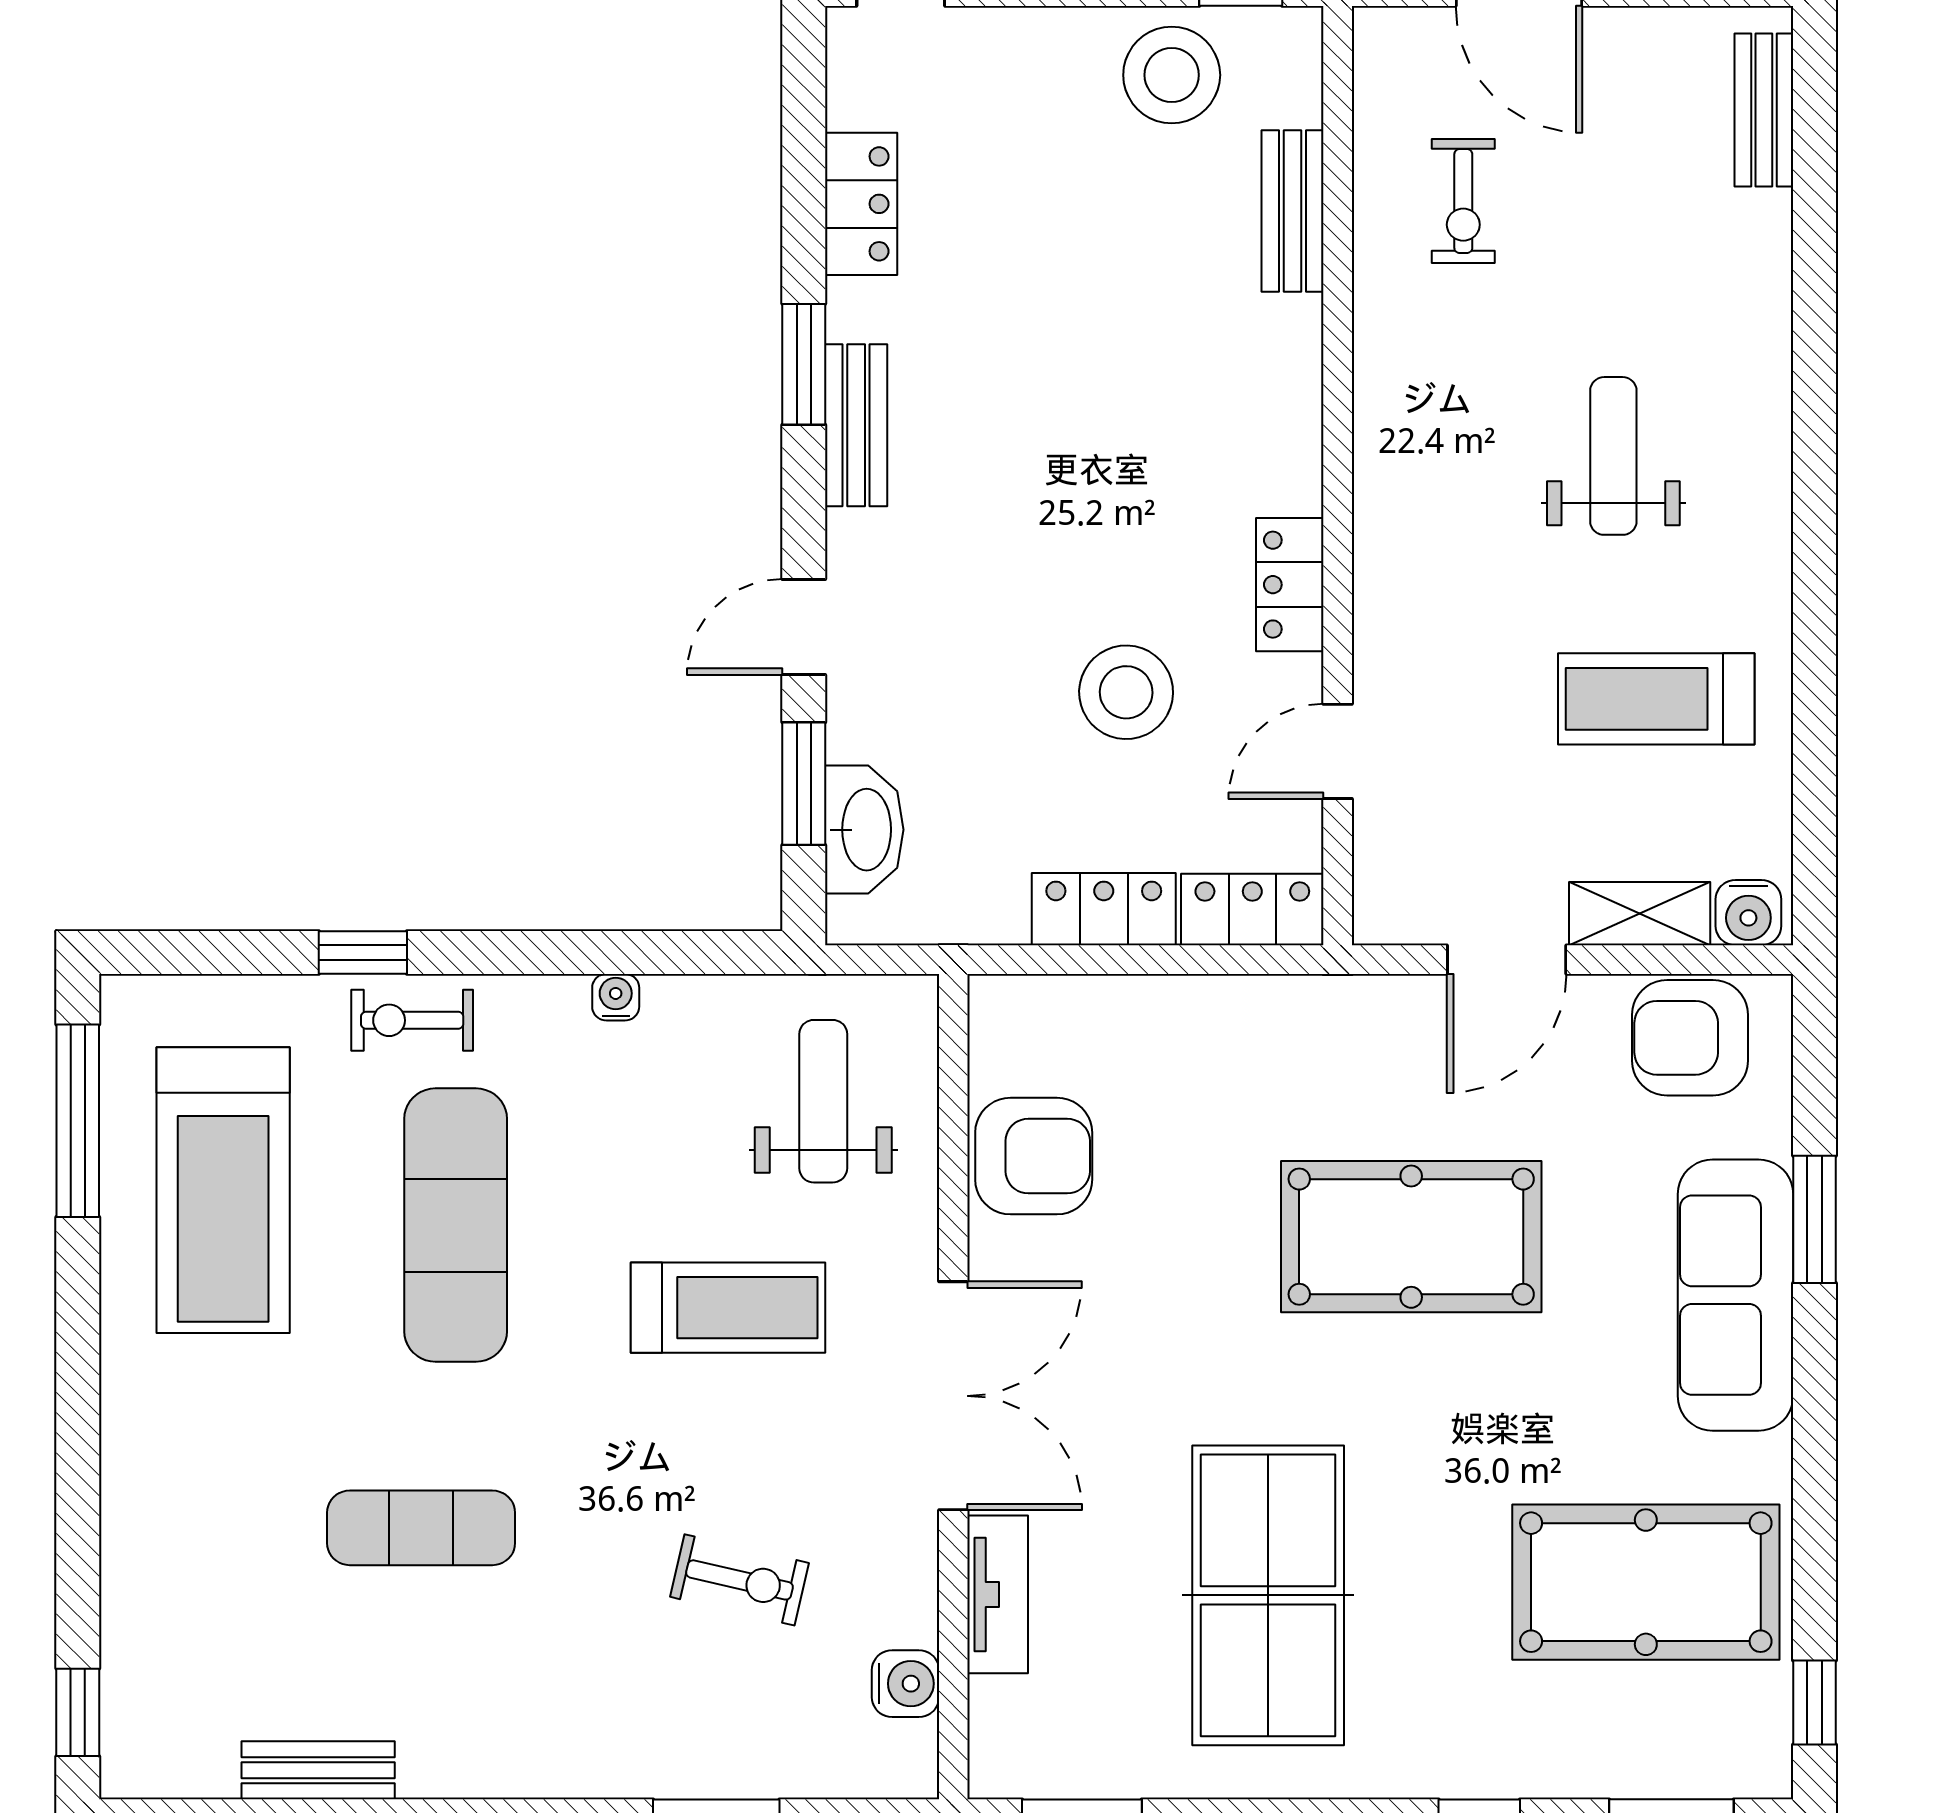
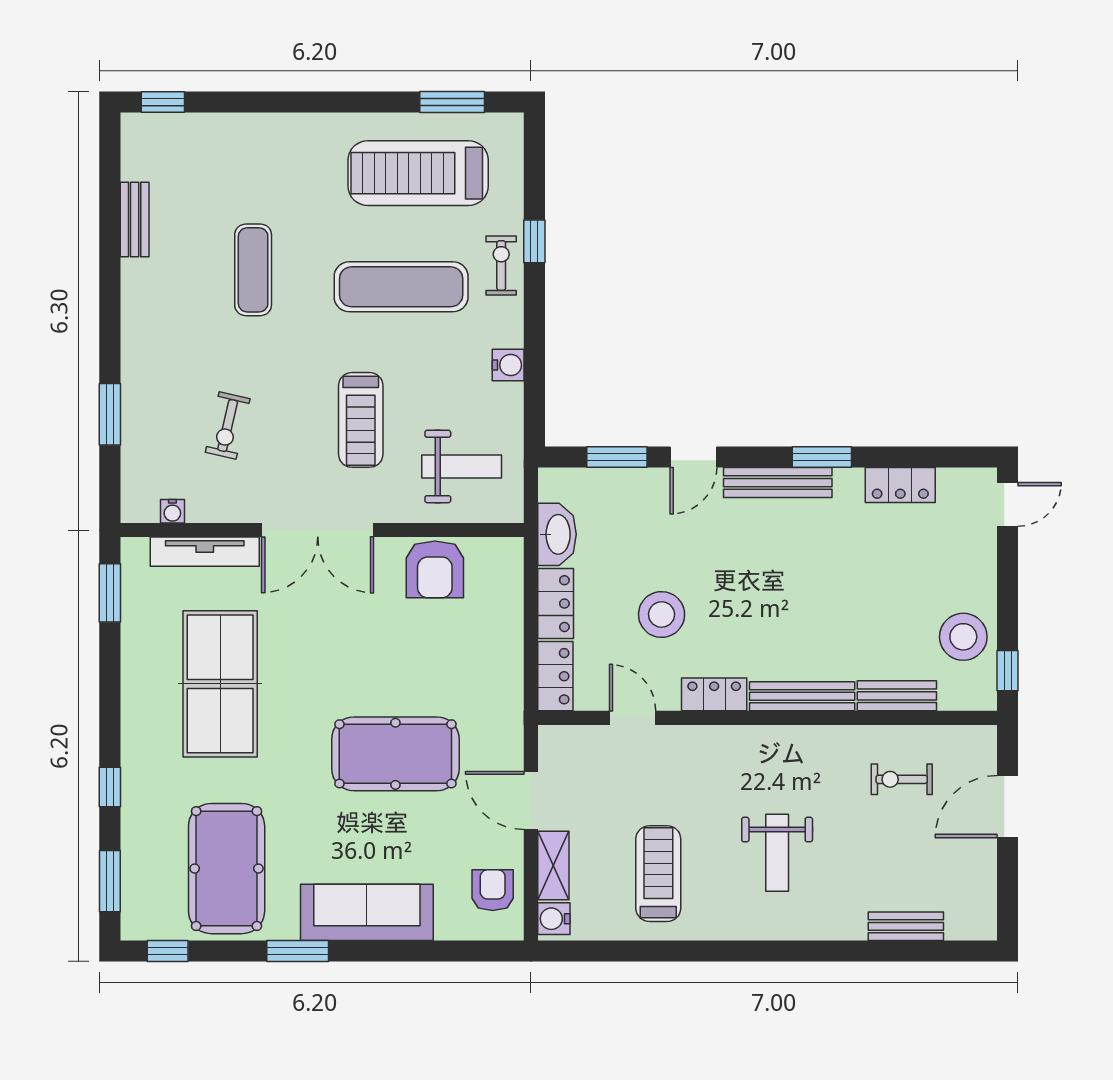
bench: (1764, 110) -> (906, 926), moved
bench: (1293, 405) -> (802, 696), added
bench: (856, 425) -> (778, 483), width x1.36
weight bench: (1613, 456) -> (777, 853), turned 90
door: (804, 627) -> (693, 457), swing flipped
washbasin: (864, 830) -> (557, 534), moved, turned -90
water cooler: (616, 997) -> (508, 365), width x1.38, depth x1.38
armchair: (1690, 1038) -> (493, 890), width x0.72, depth x0.72
window: (78, 1121) -> (452, 102), width x0.69
window: (1815, 1219) -> (298, 951), moved
pool table: (1411, 1237) -> (395, 754), turned 90
tv unit: (998, 1594) -> (205, 552), width x1.41
table tennis table: (1268, 1595) -> (220, 684), turned 90
water cooler: (905, 1684) -> (172, 511), width x0.72, depth x0.72

